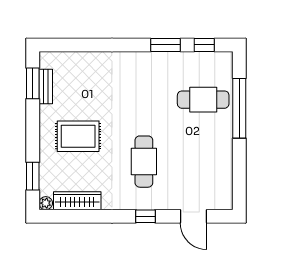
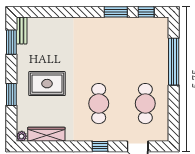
bench: (46, 87) -> (22, 31), moved
cafe table: (203, 100) -> (145, 104), moved, turned 90
window: (33, 176) -> (11, 95), moved

